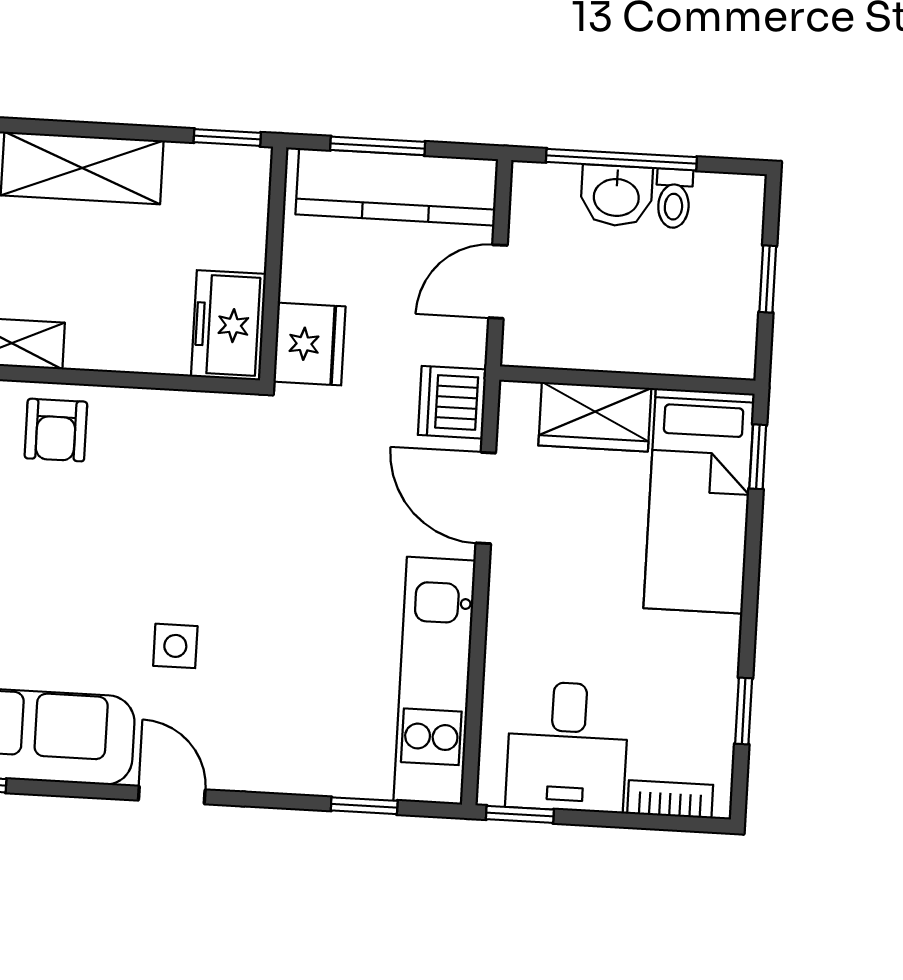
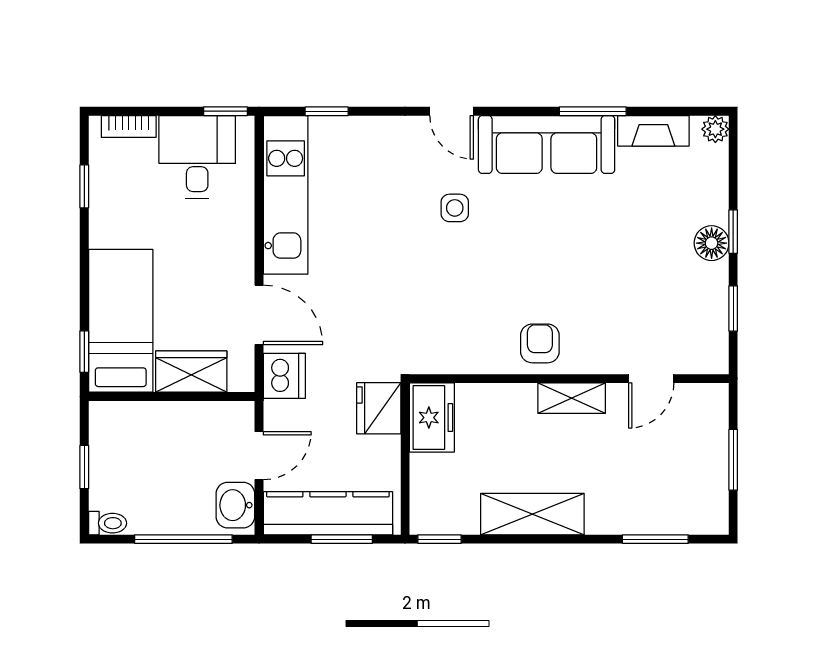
washbasin: (616, 196) -> (235, 505), moved, turned -90
toilet: (674, 198) -> (108, 523), moved, turned 90

